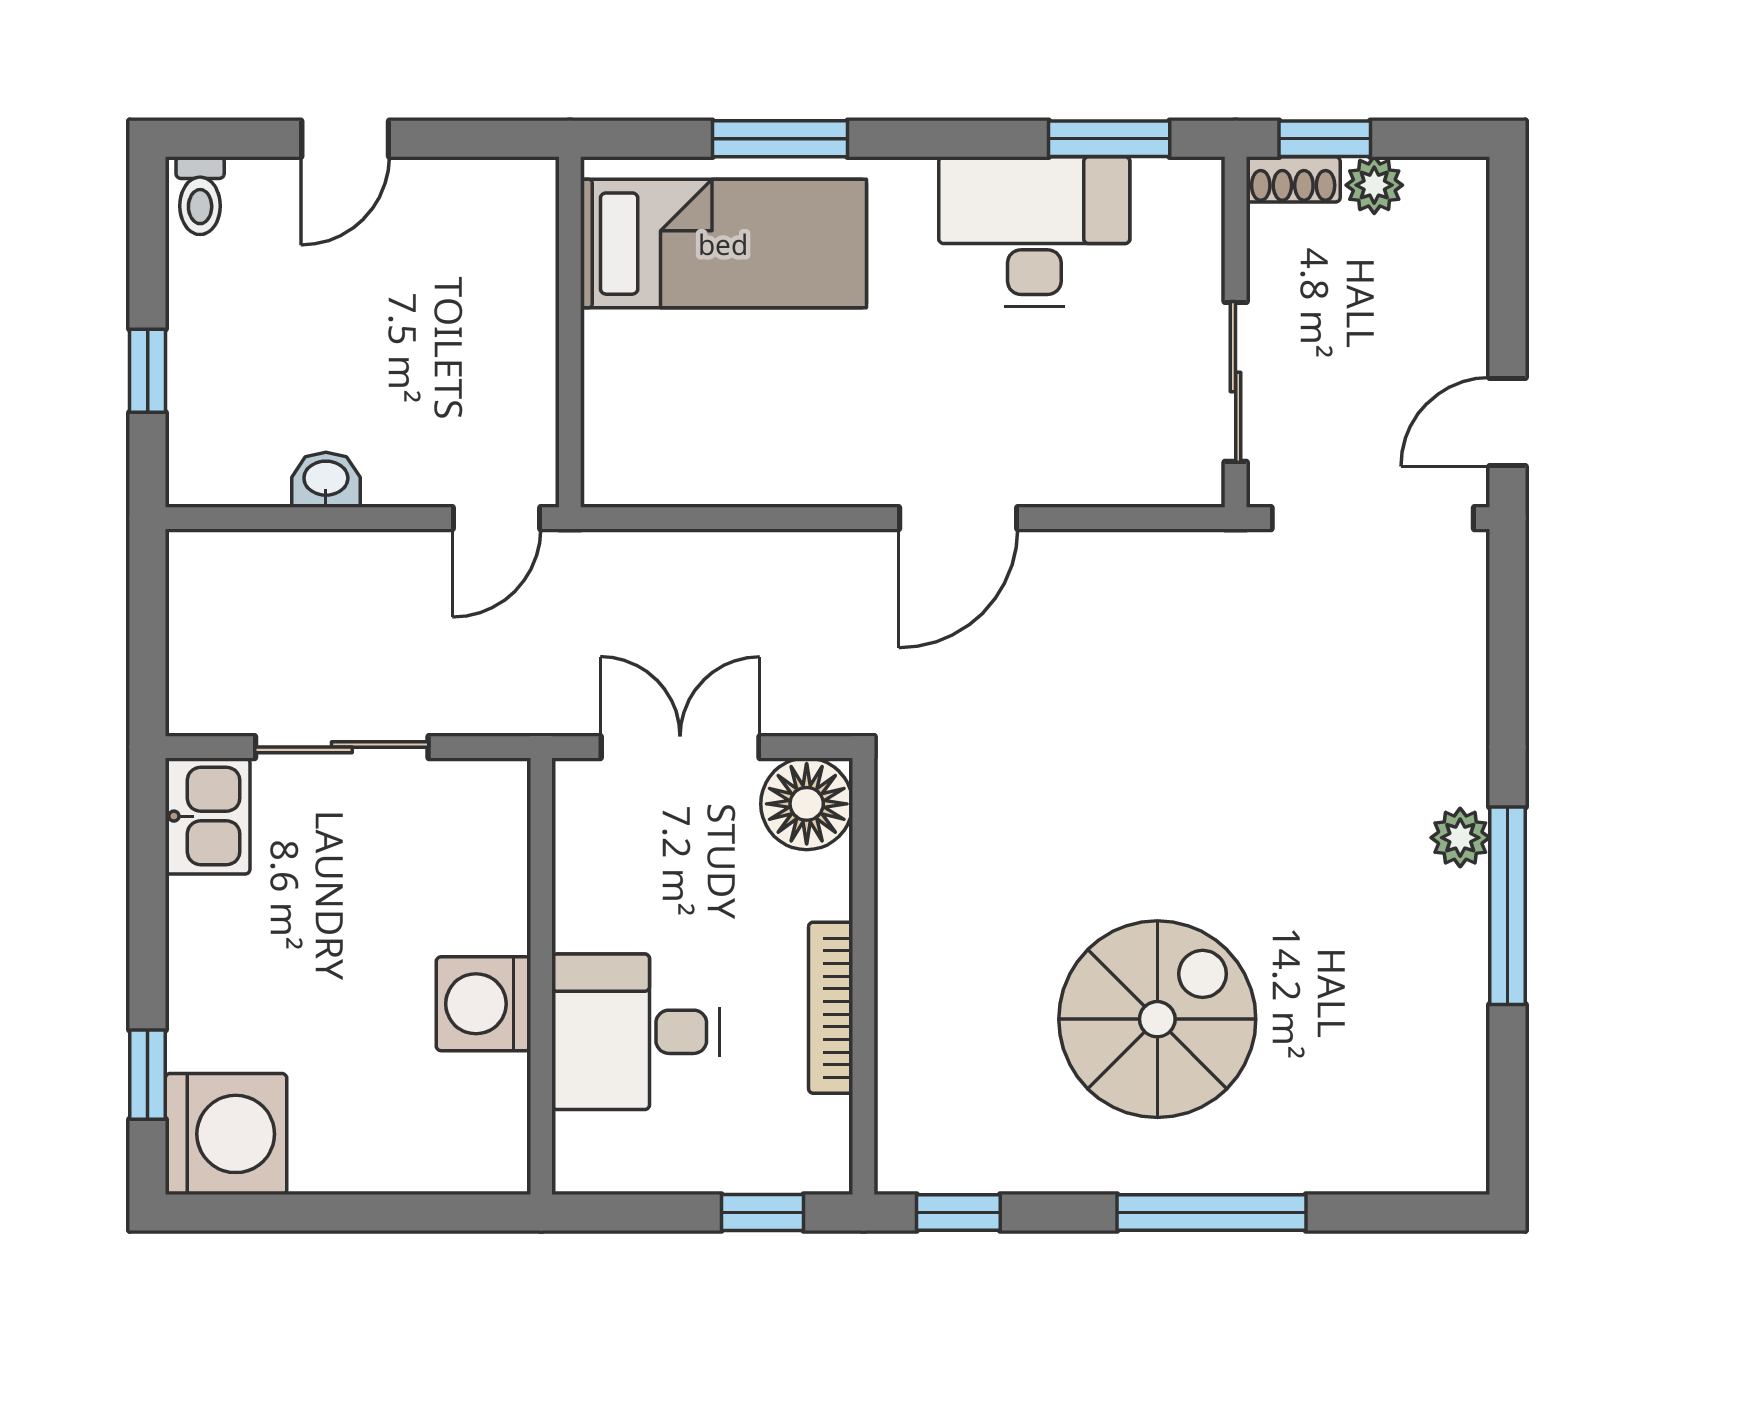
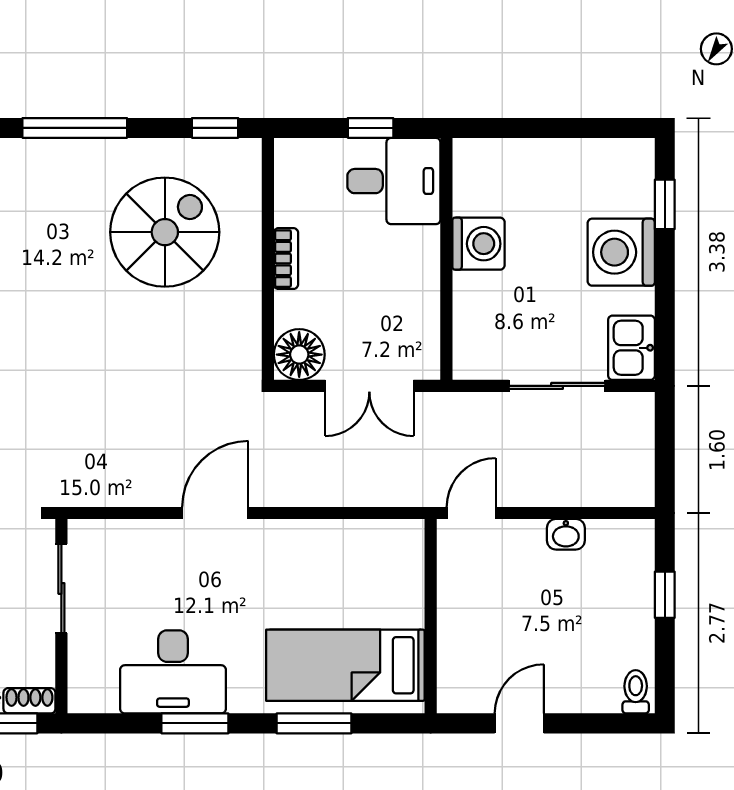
door: (345, 139) -> (519, 723), moved
window: (1109, 139) -> (195, 723), moved
bookcase: (831, 1008) -> (286, 259), width x0.64
spiral stairs: (1157, 1019) -> (165, 232), moved, turned 180
desk: (636, 1032) -> (394, 181), moved
washing machine: (226, 1134) -> (621, 252), moved
window: (763, 1212) -> (371, 128), moved

